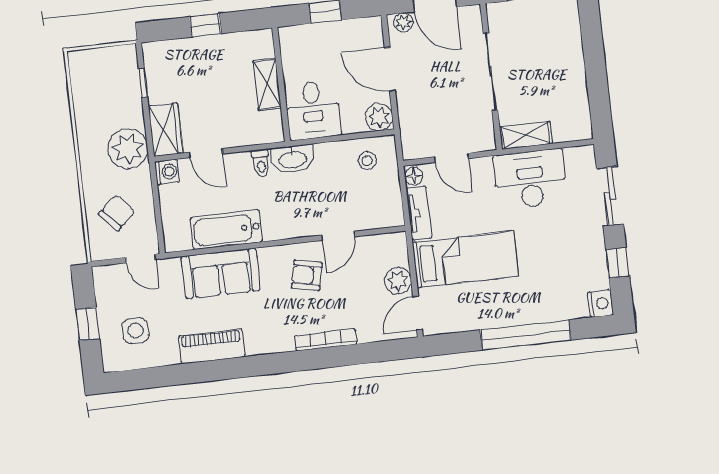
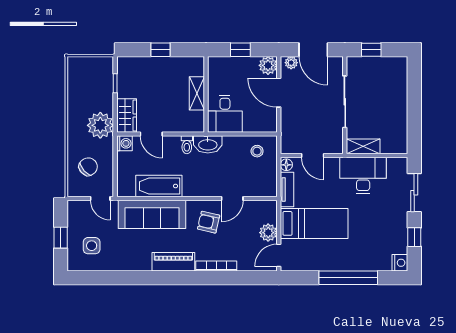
plant: (379, 117) -> (268, 65), moved
sofa: (221, 273) -> (152, 214), width x1.36
piano: (212, 346) -> (173, 262), moved

